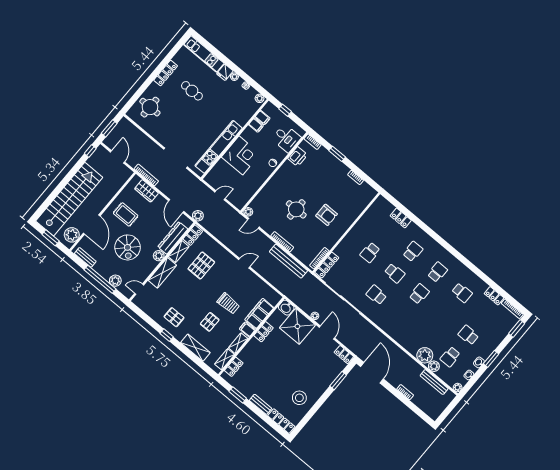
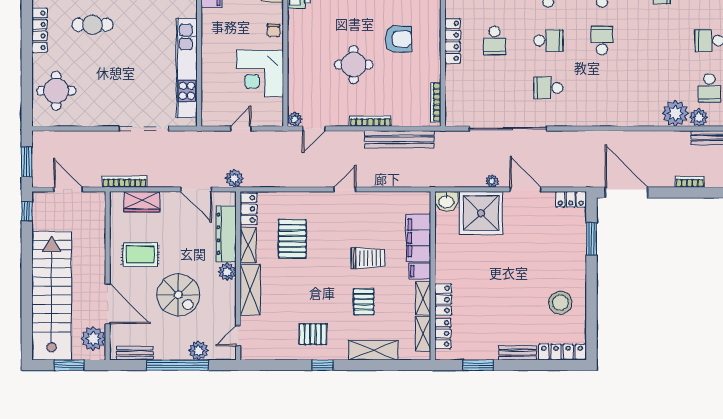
corner desk: (241, 155) -> (260, 73), moved, turned 180
locker: (327, 265) -> (453, 41), moved
locker: (263, 332) -> (443, 299), moved

